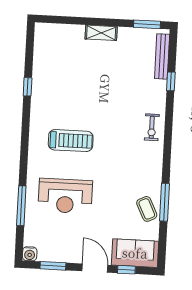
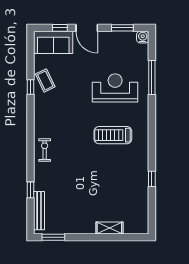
shelving: (101, 33) -> (109, 228), moved
window: (165, 202) -> (30, 87), width x0.46

